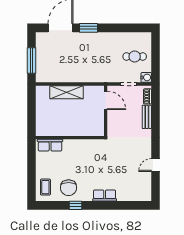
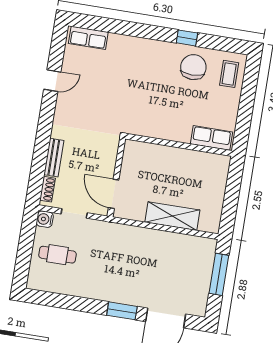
row of seats: (105, 195) -> (88, 38), moved

